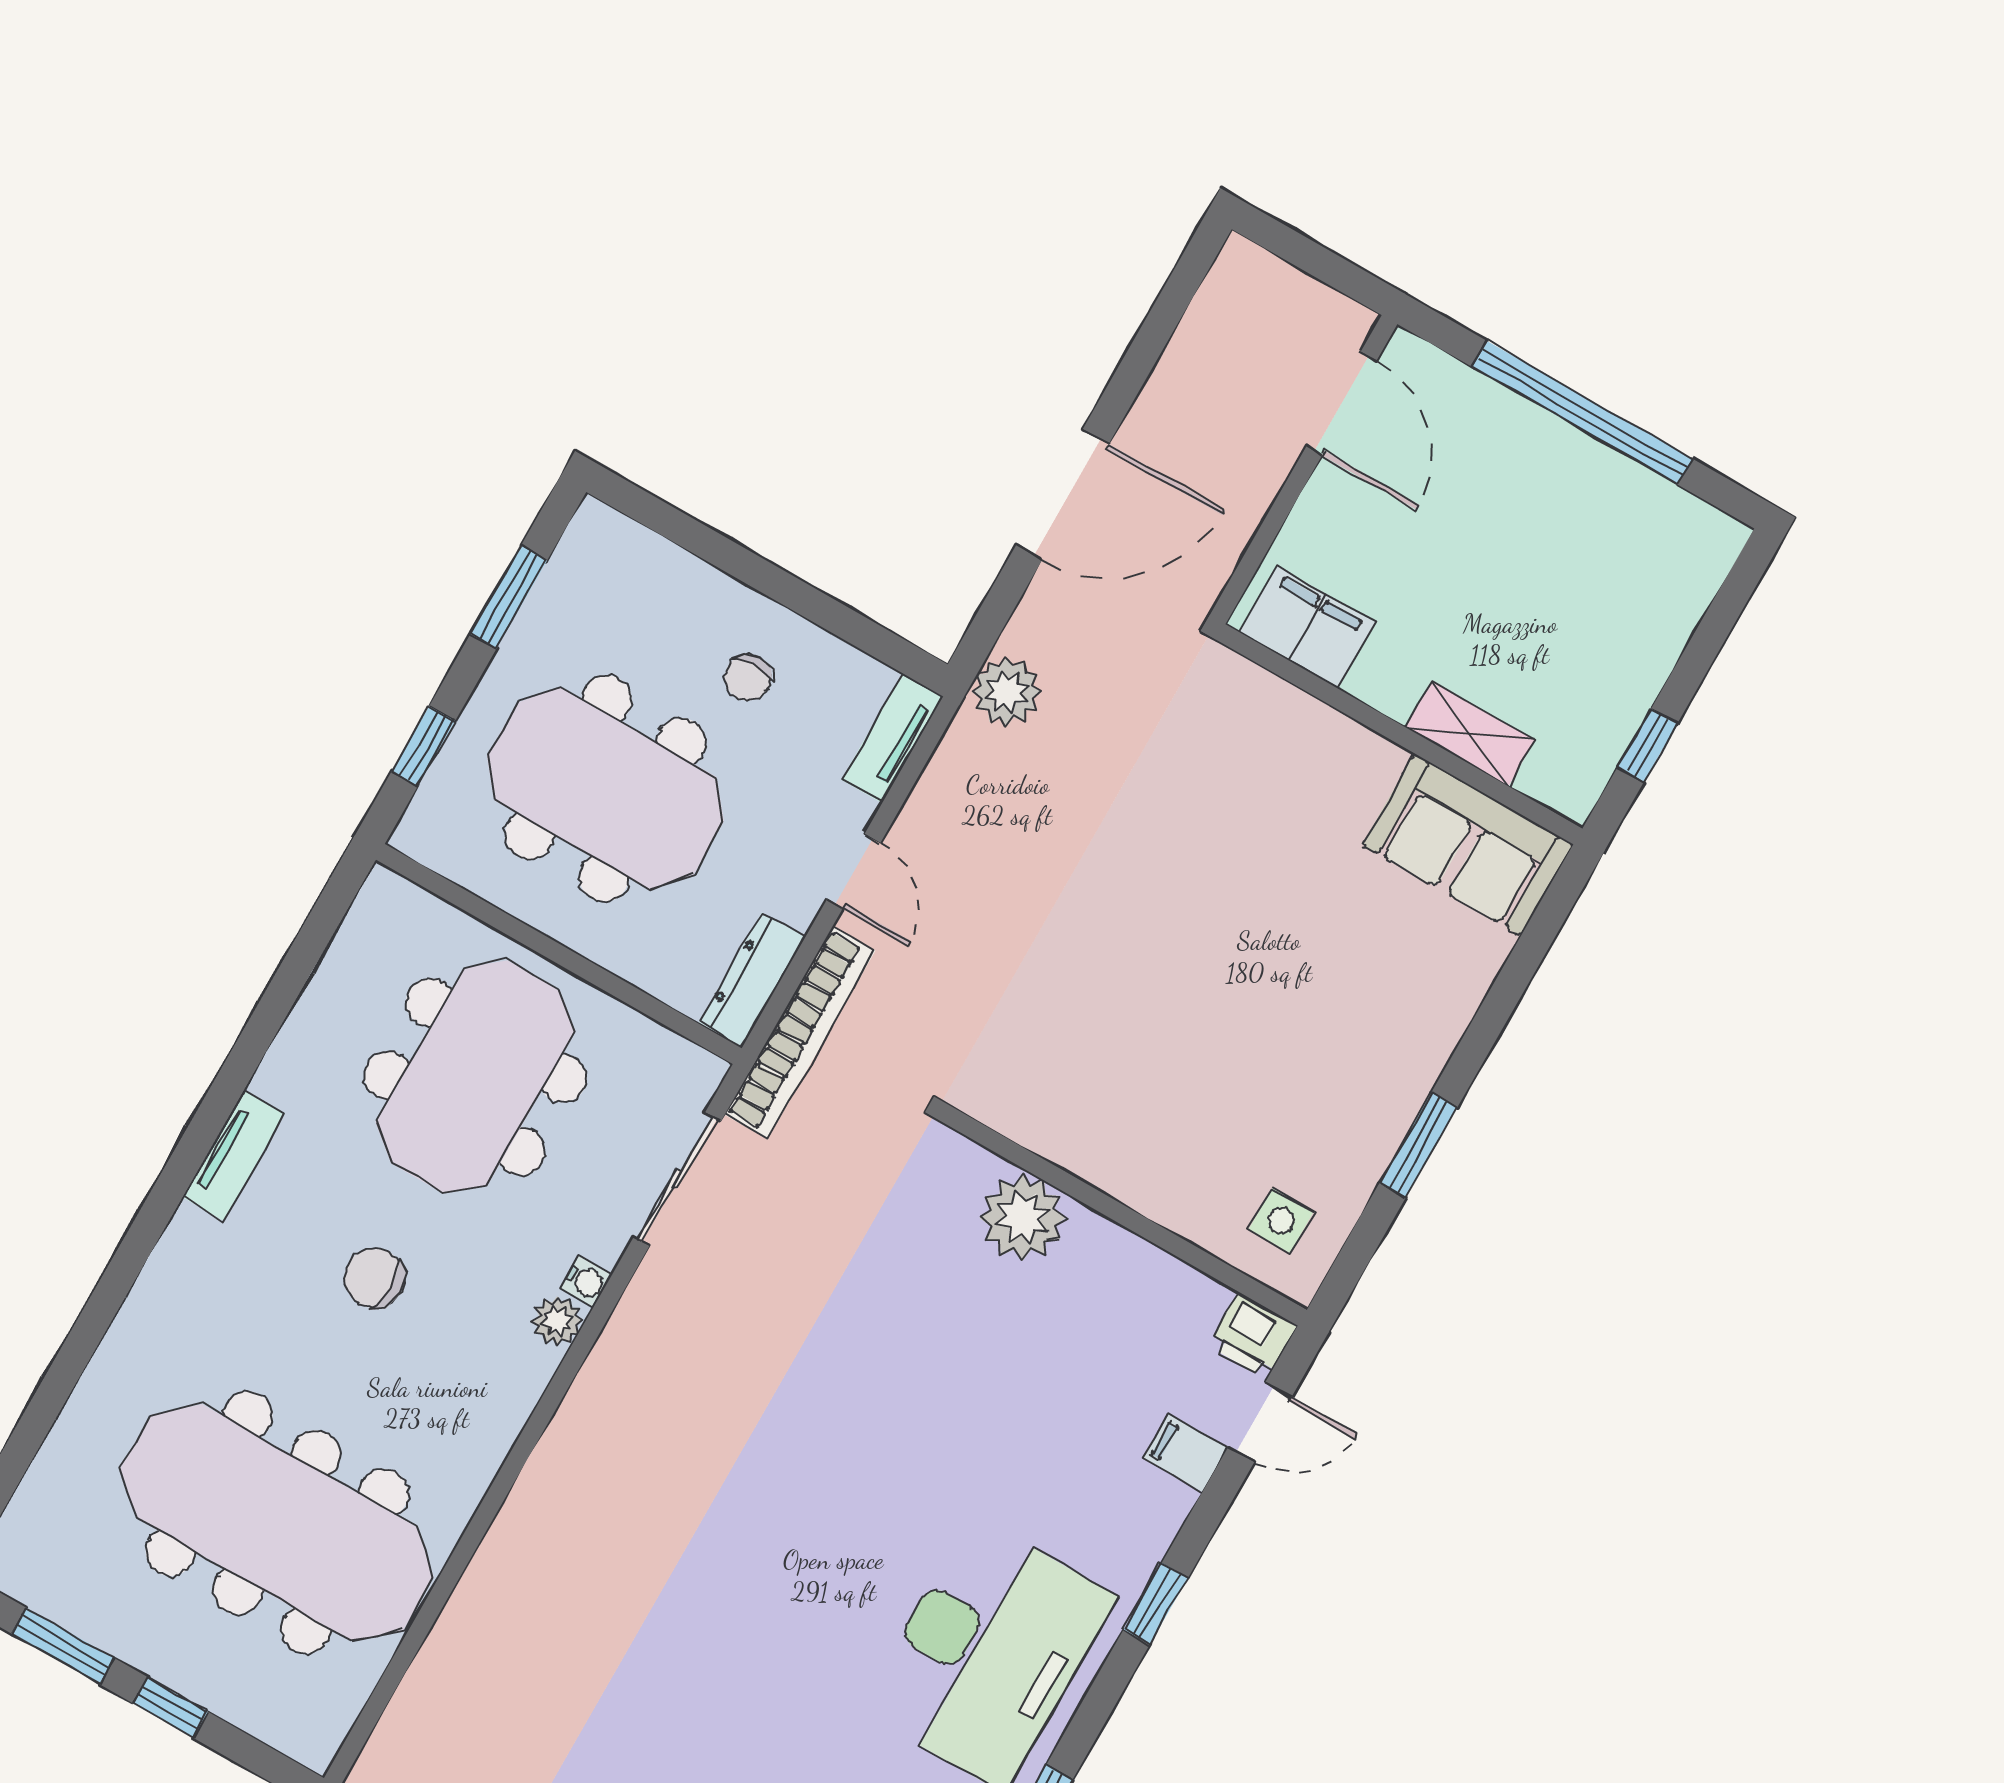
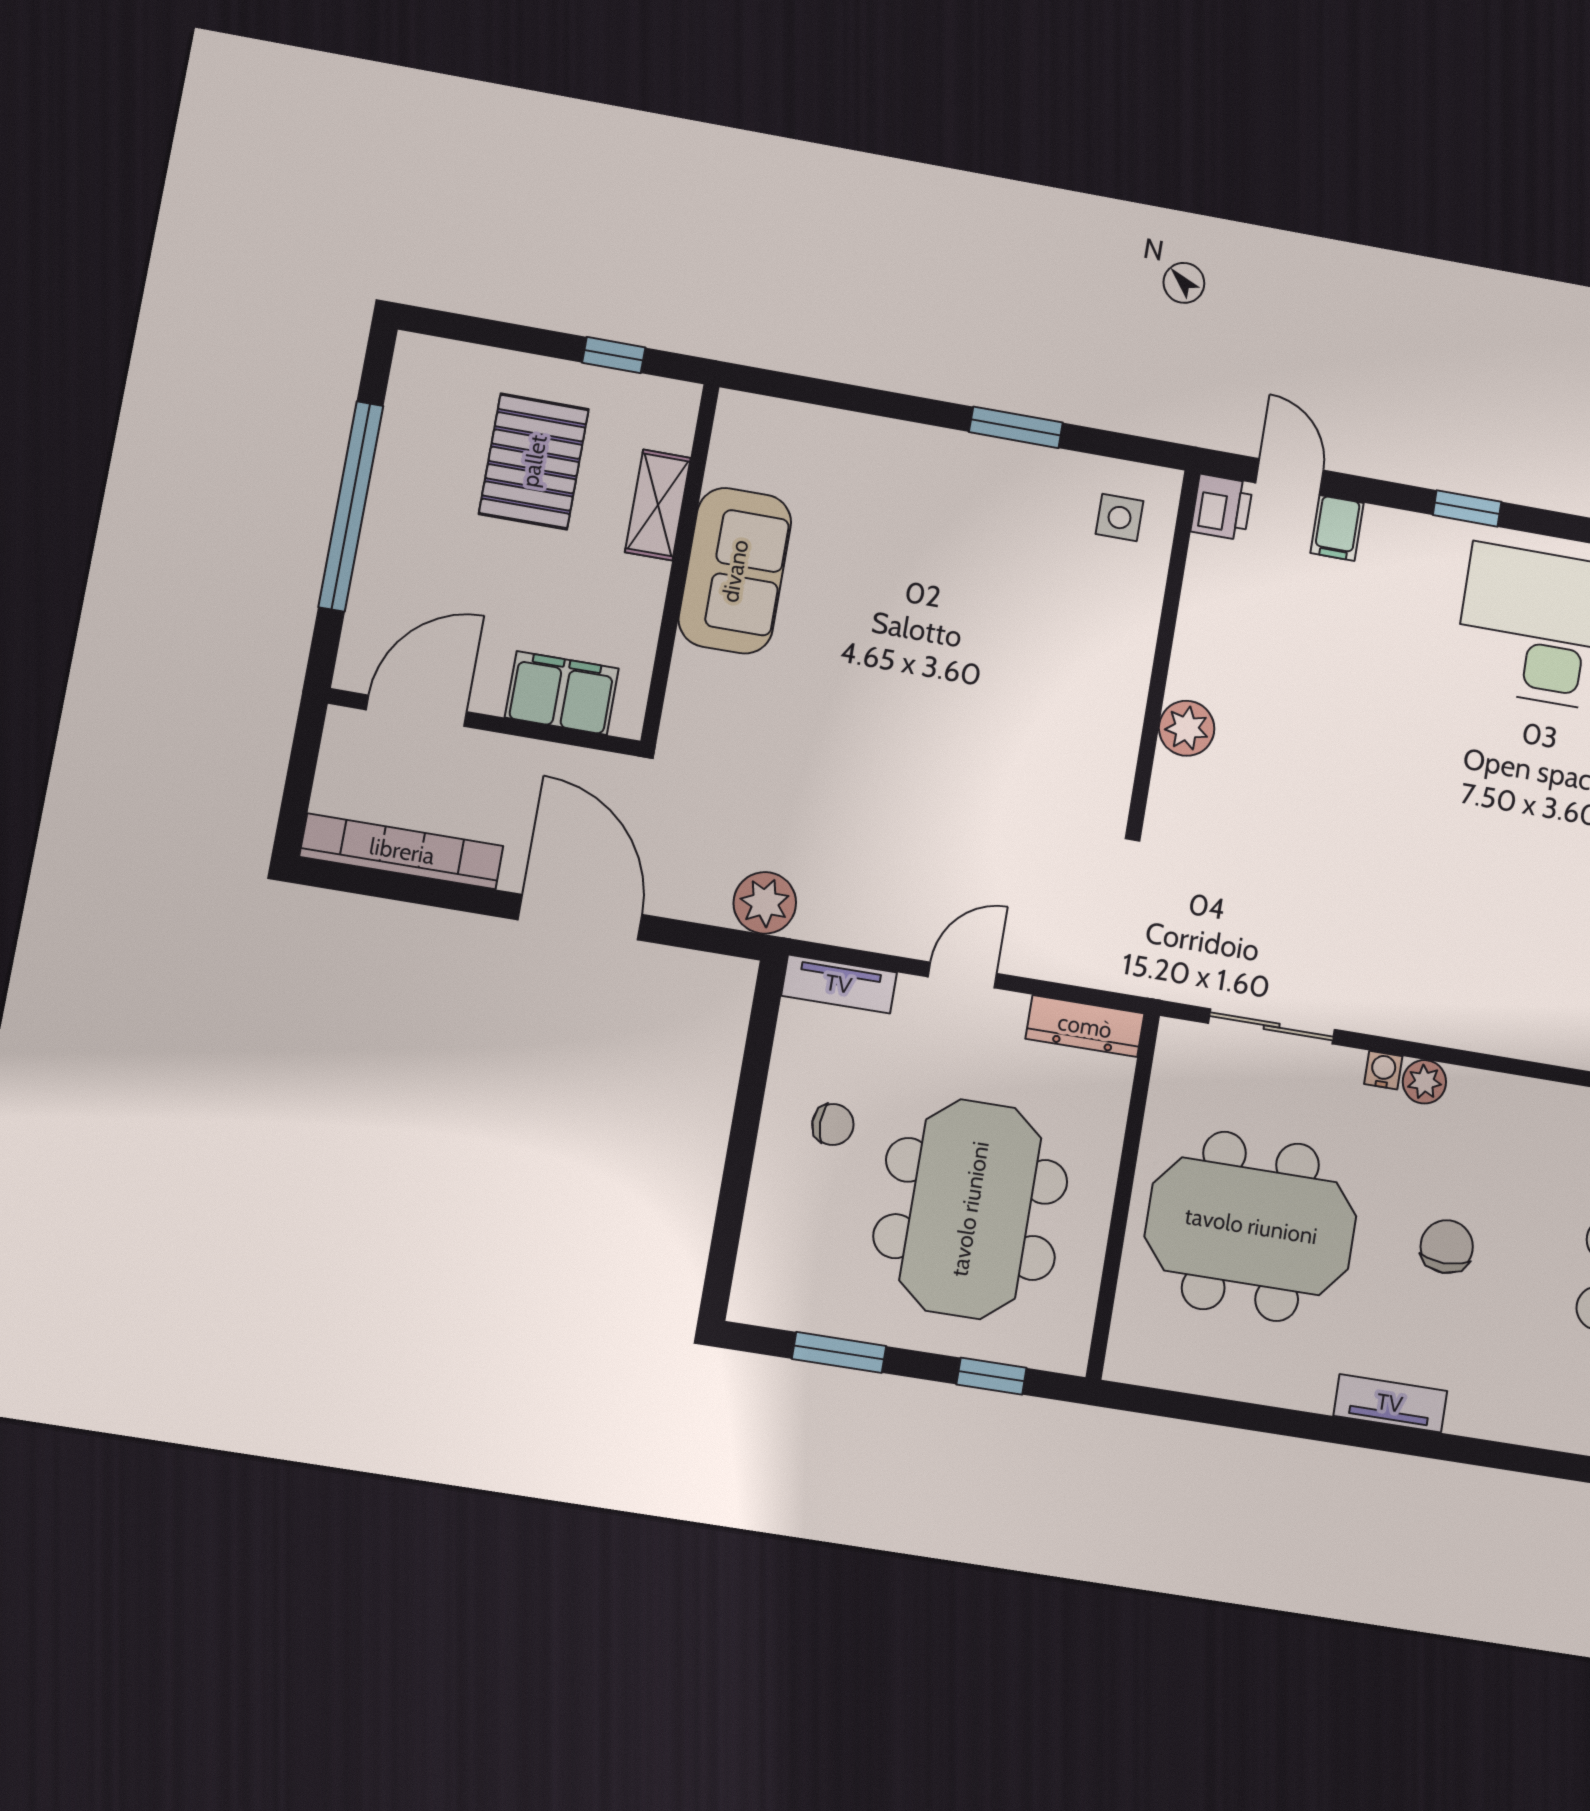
pallet: (1563, 620) -> (534, 461), added
filing cabinet: (1307, 627) -> (562, 693), moved, turned 90
sofa: (1468, 845) -> (735, 571), moved
bookcase: (800, 1033) -> (402, 851), moved
plant: (1023, 1218) -> (1187, 728), width x0.73, depth x0.73
chair: (375, 1278) -> (1447, 1247), turned 180

